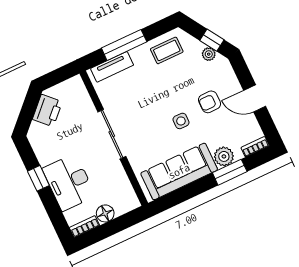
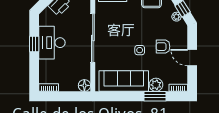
sliding door: (112, 134) -> (93, 38), width x1.36
desk: (69, 182) -> (52, 43), moved
floor lamp: (105, 213) -> (84, 85), moved

